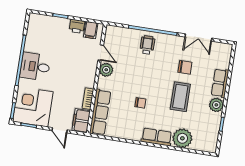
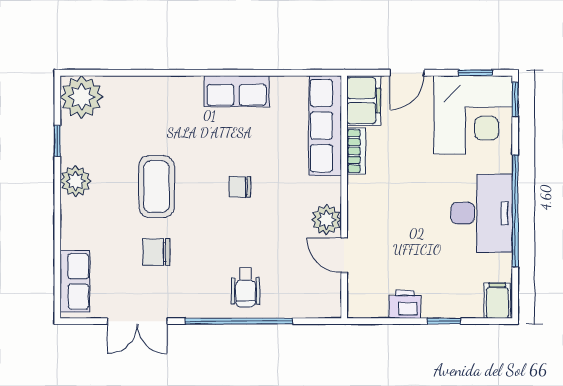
filing cabinet: (91, 30) -> (497, 301), moved
double door: (198, 38) -> (137, 321), swing flipped
desk: (35, 67) -> (482, 213), width x1.37
row of seats: (220, 83) -> (75, 281), moved
chair: (140, 103) -> (240, 187), moved
door: (60, 130) -> (407, 73), swing flipped
row of seats: (157, 137) -> (237, 91), moved
plant: (182, 138) -> (81, 97), moved

